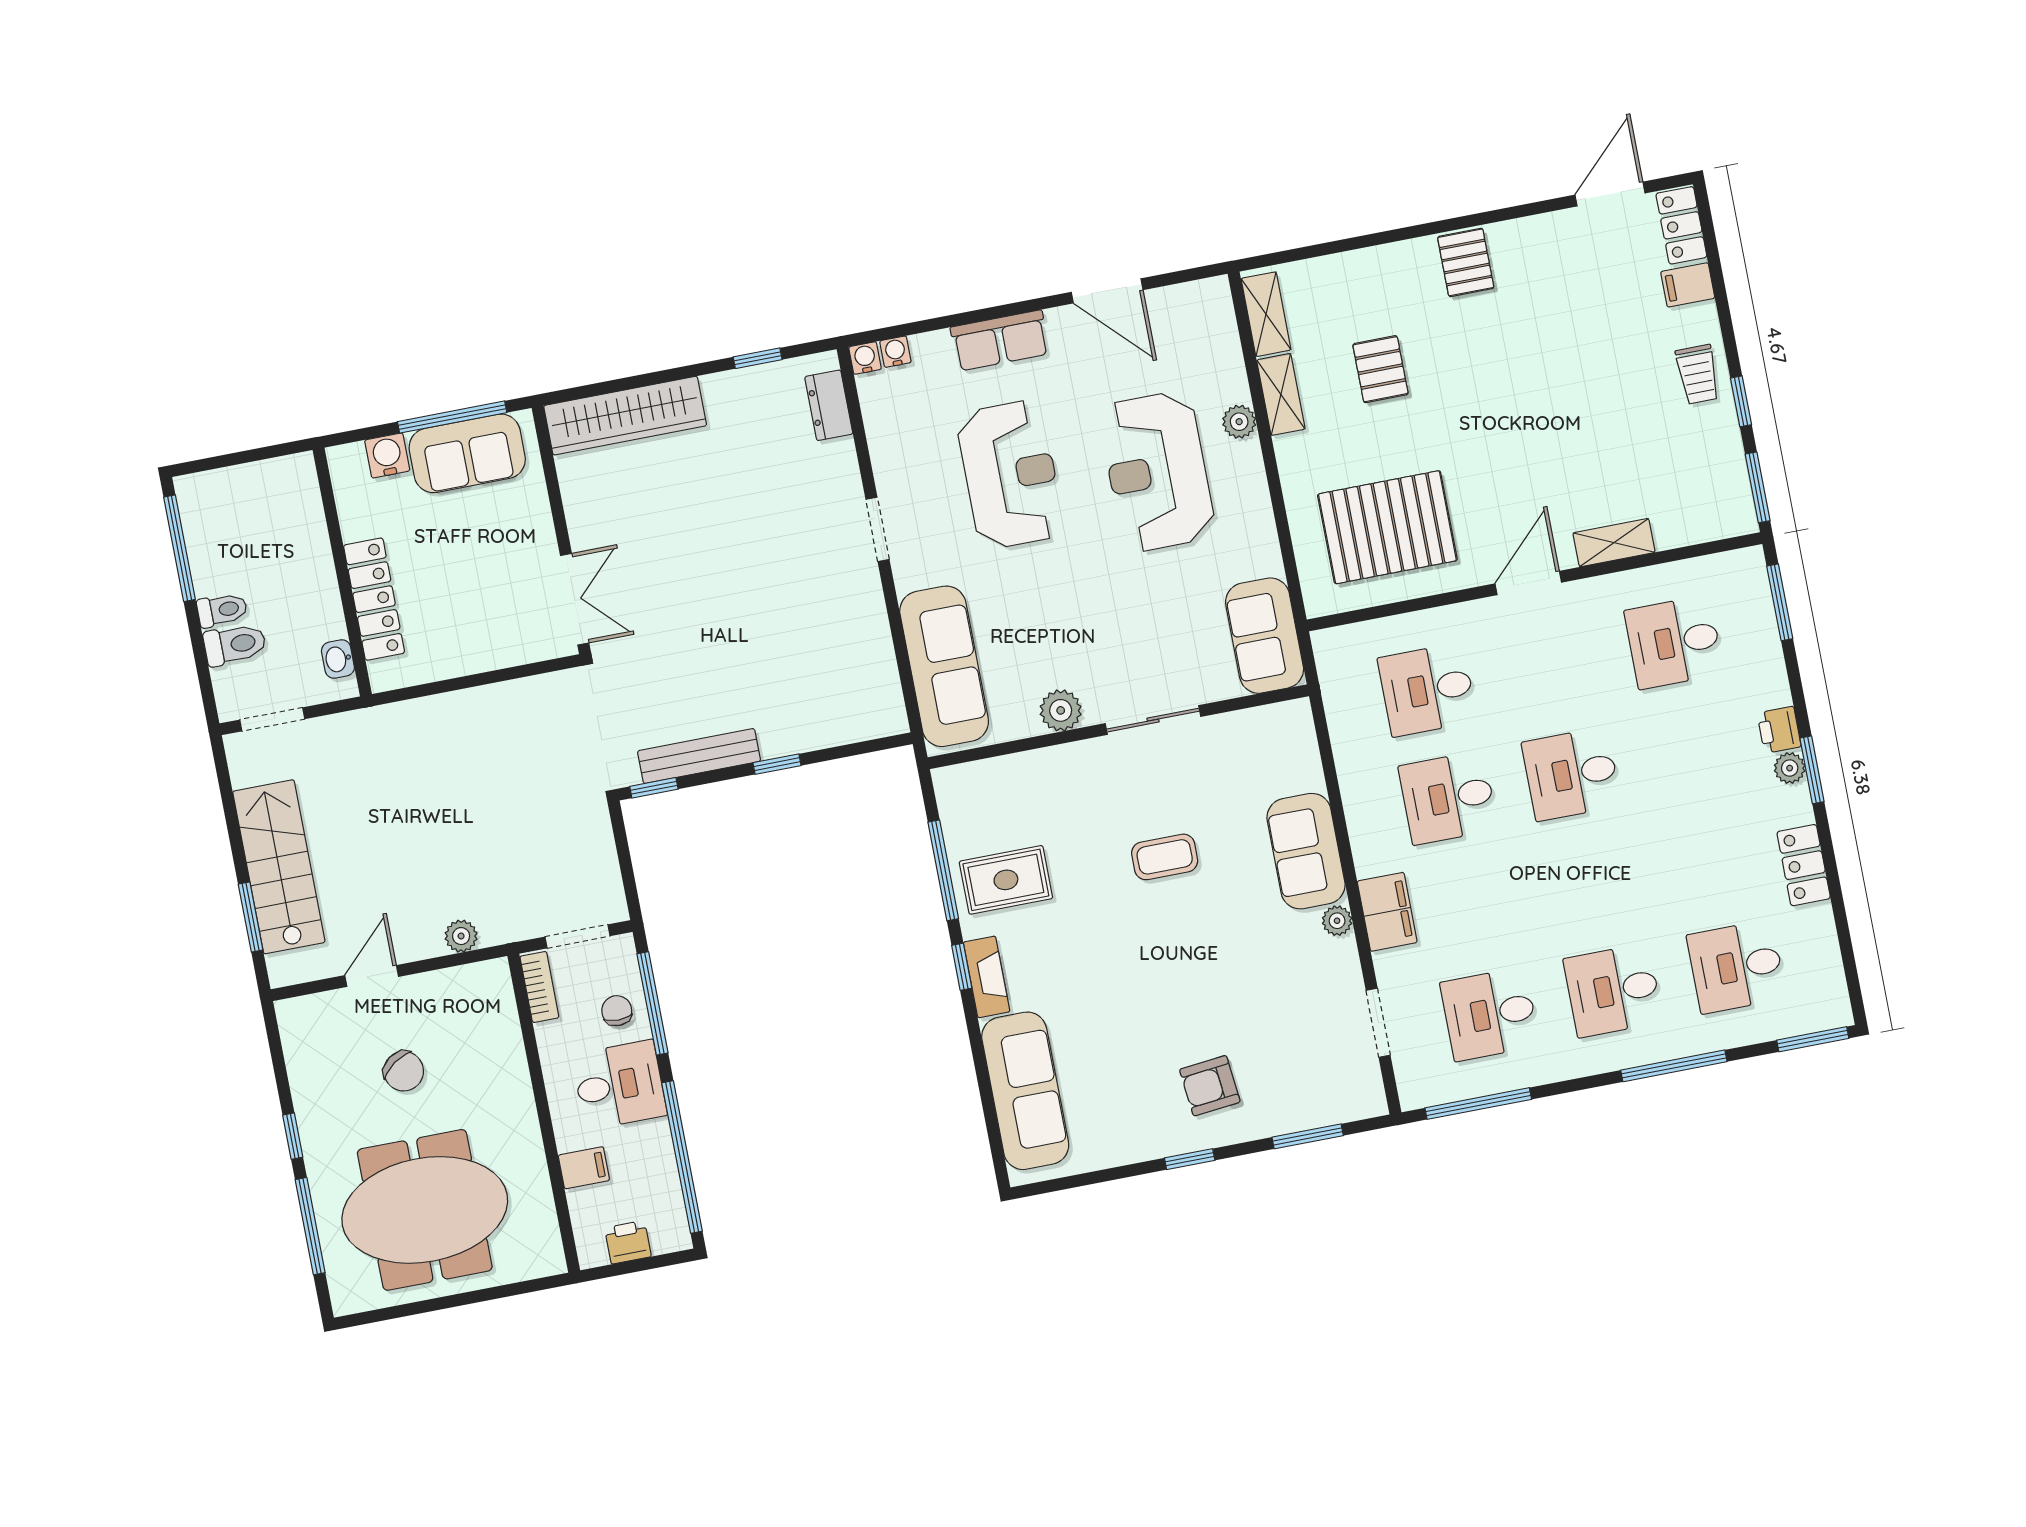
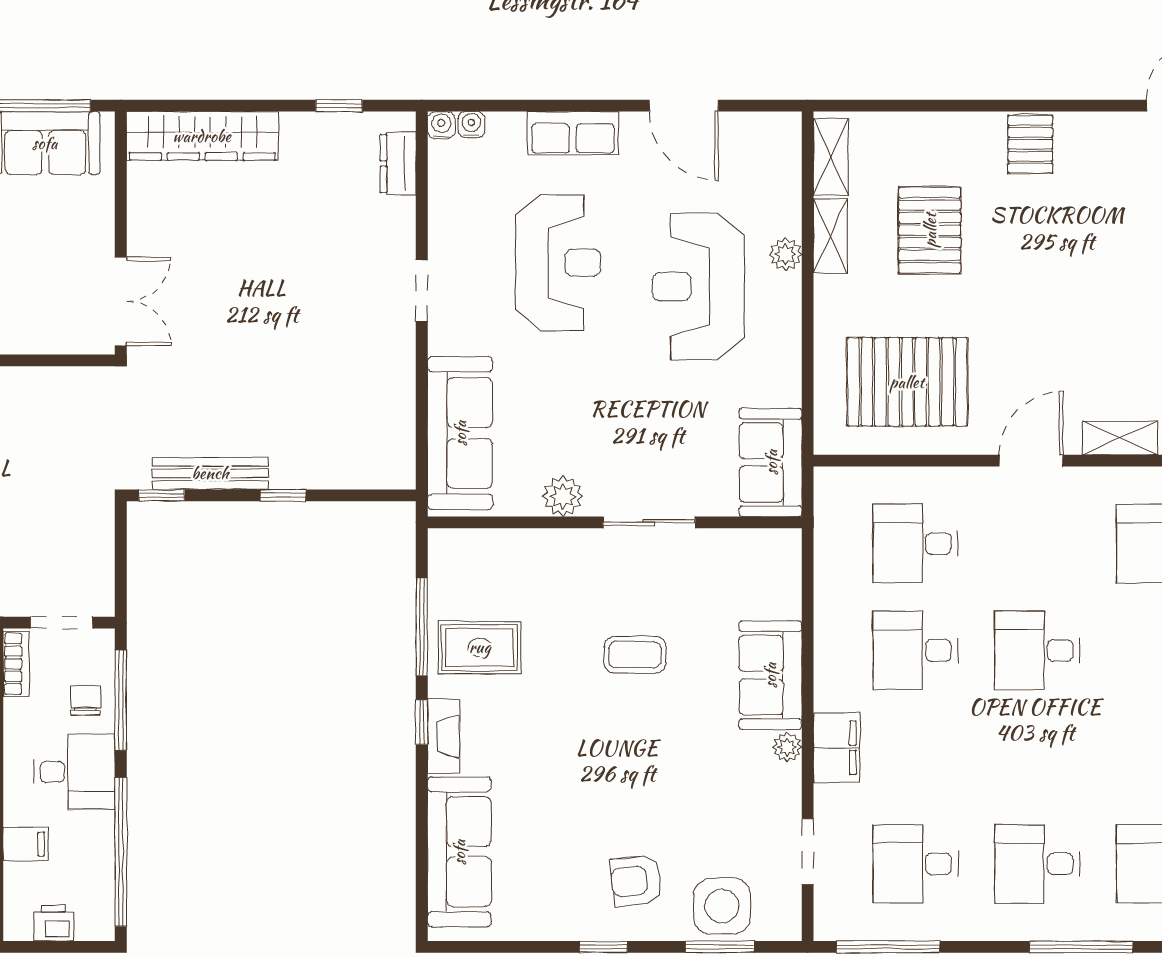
pallet: (1380, 369) -> (930, 230), width x1.50, depth x1.42
side table: (1302, 1095) -> (722, 906), added

